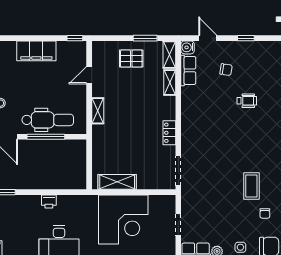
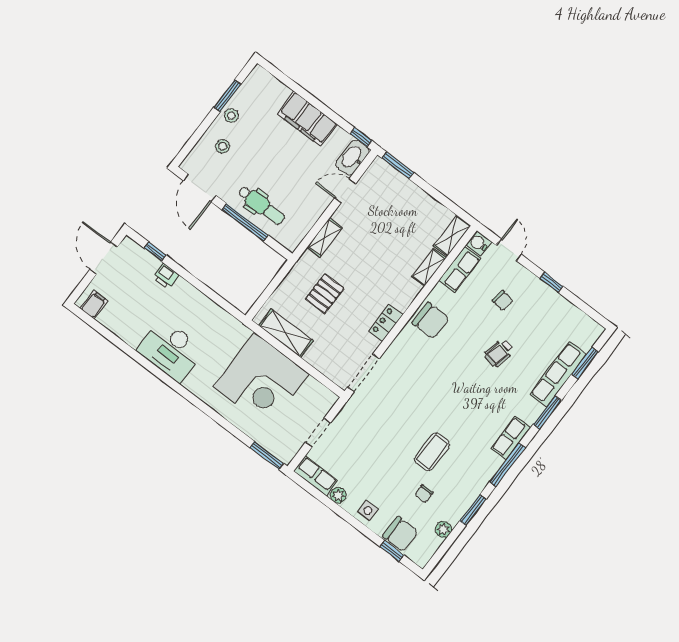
window: (145, 38) -> (398, 165), moved
washbasin: (79, 53) -> (353, 157), added
pallet: (131, 59) -> (325, 294), moved, turned 90
wheelchair: (247, 101) -> (499, 353), turned 102
chair: (194, 112) -> (431, 321), added
dental chair: (48, 120) -> (261, 205), width x0.73, depth x0.72
printer: (49, 201) -> (166, 276), moved

